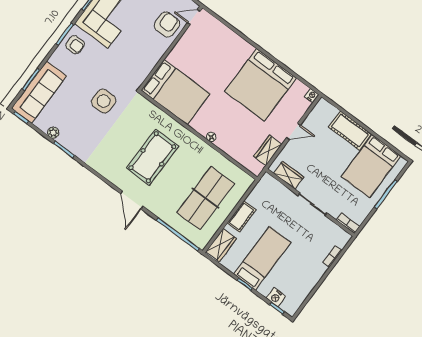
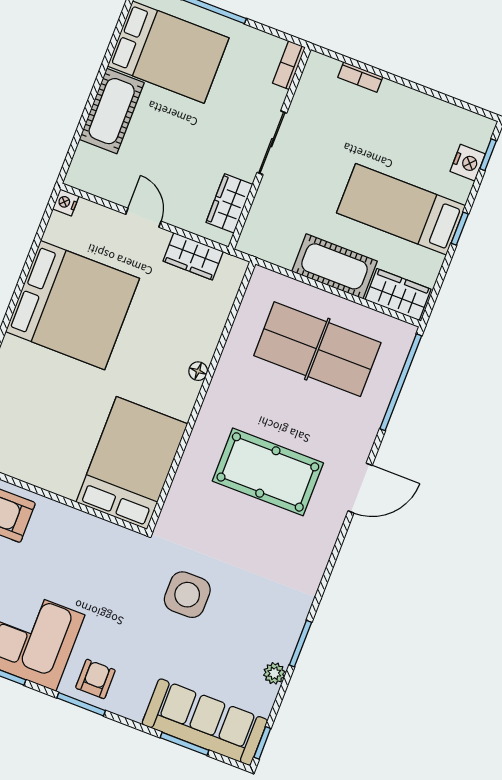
cot: (241, 216) -> (335, 266), width x1.37, depth x1.34

